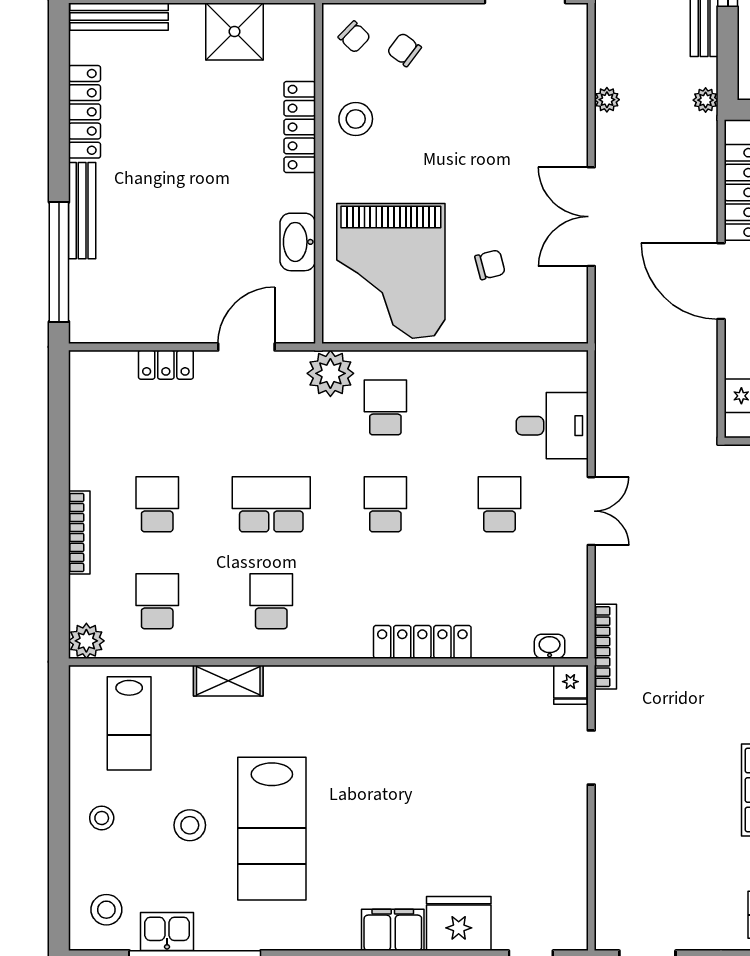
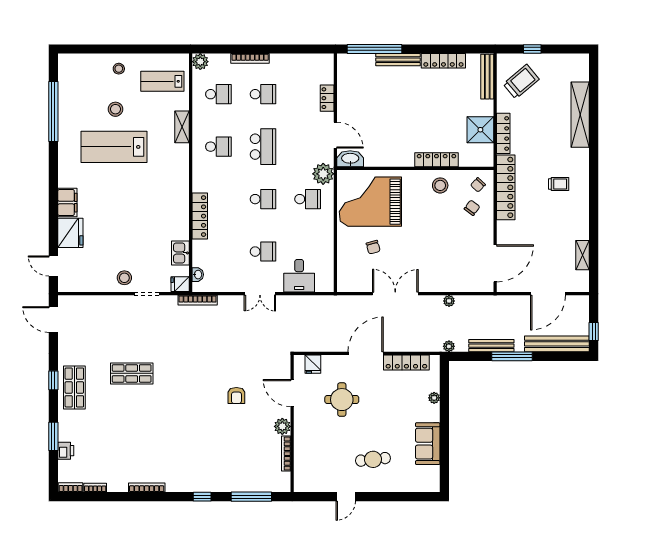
washbasin: (298, 242) -> (350, 159), moved
stool: (106, 910) -> (124, 278), moved
kitchen sink: (167, 932) -> (180, 253), moved, turned 180

